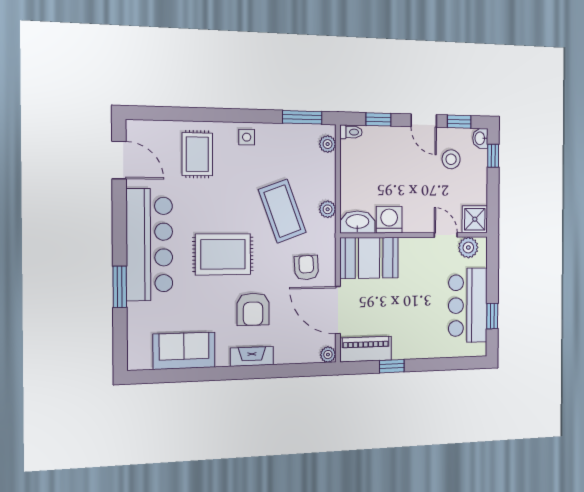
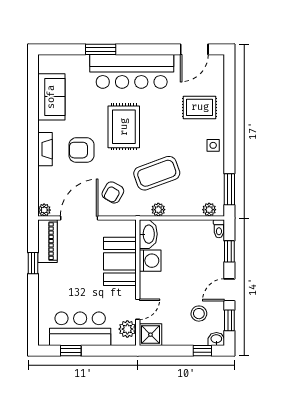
booth: (369, 258) -> (120, 261), moved
armchair: (306, 268) -> (113, 192), turned 123

